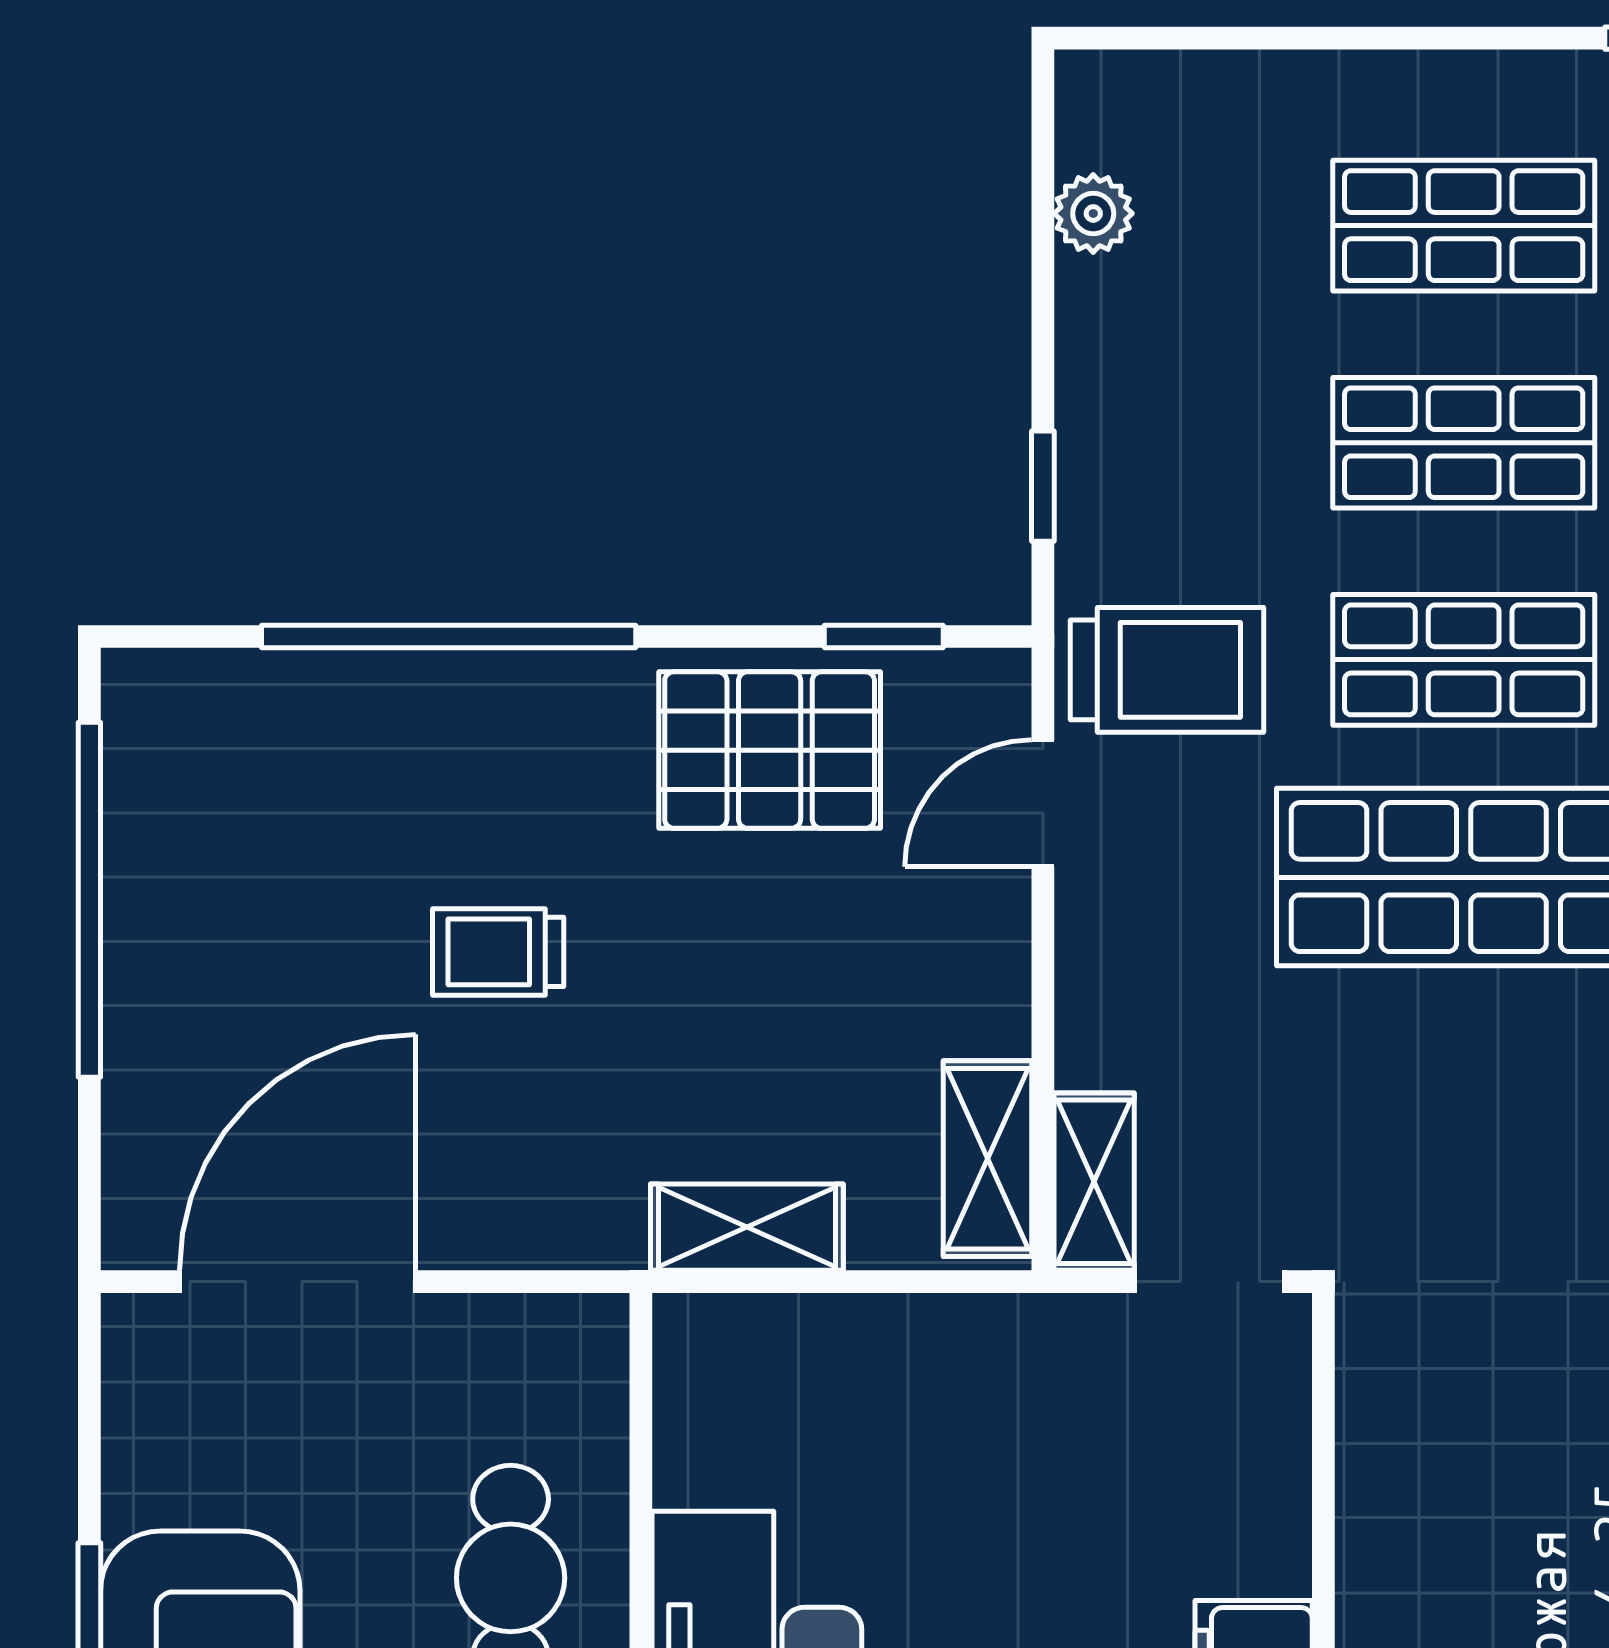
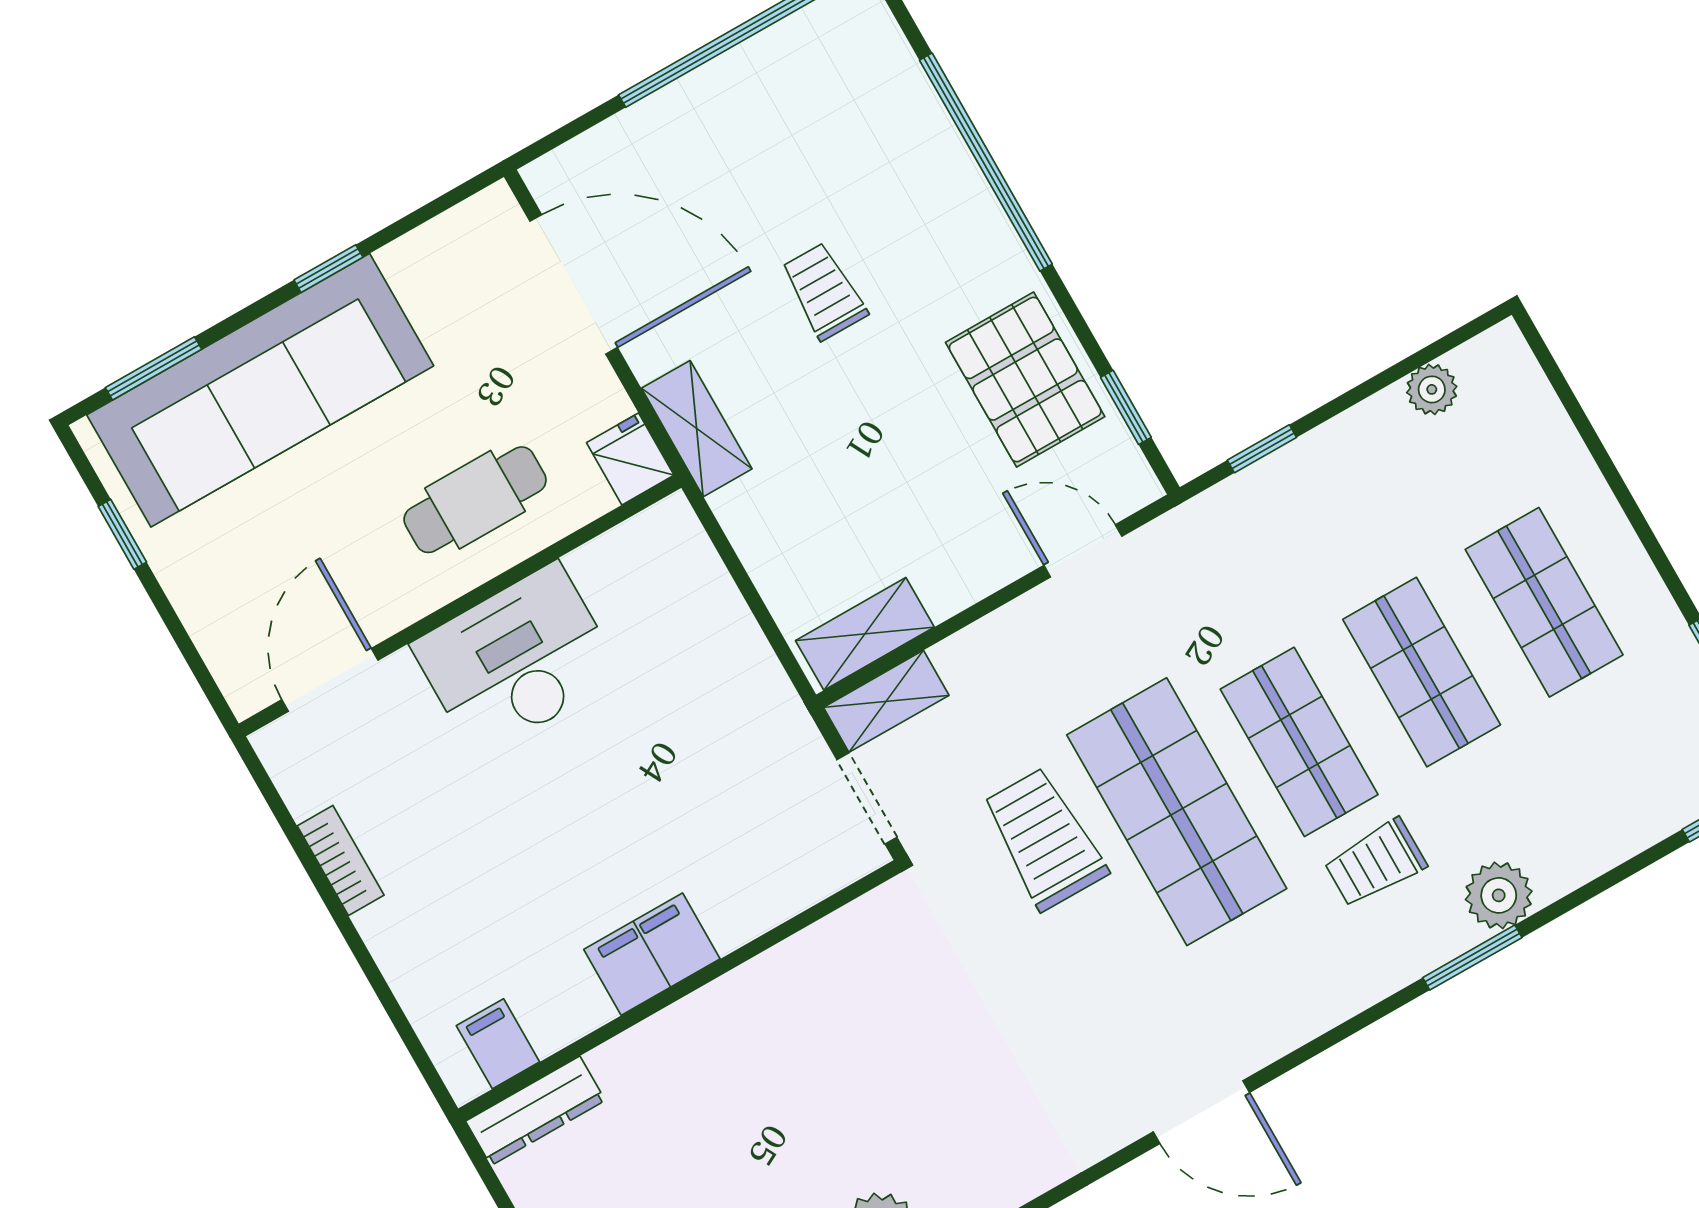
trolley: (1167, 670) -> (1045, 839), moved, turned 180
shelving: (747, 1227) -> (697, 429), moved
fridge: (574, 1339) -> (630, 459), added

